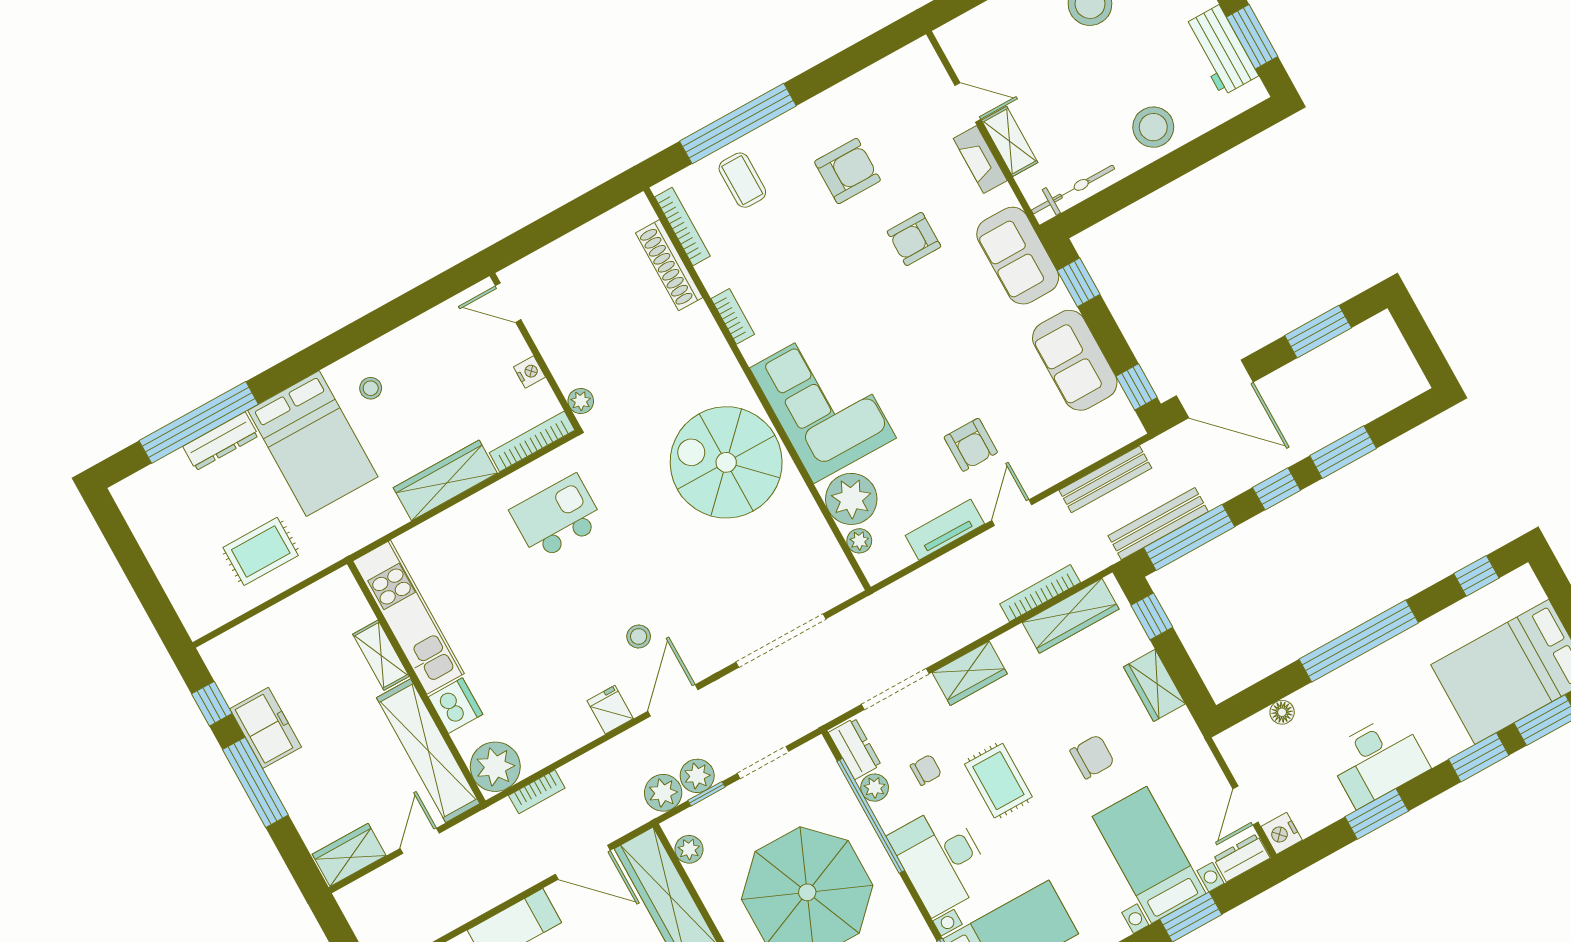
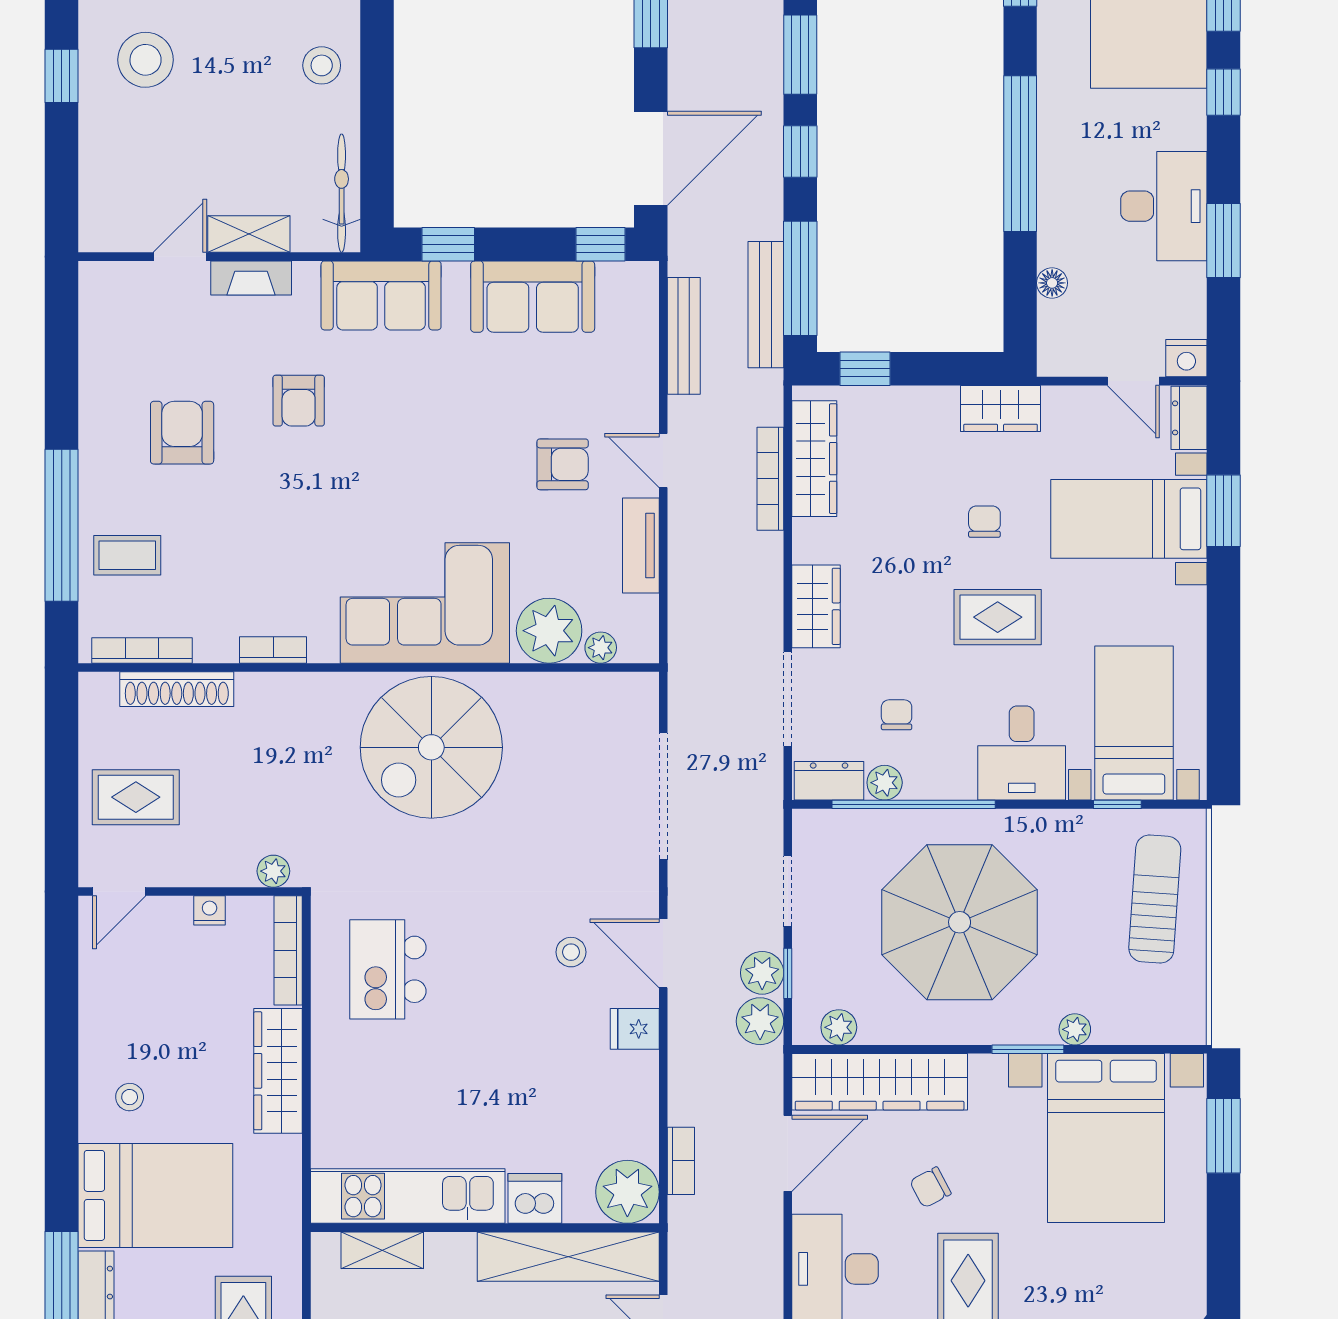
stool: (1153, 127) -> (322, 65), width x0.73, depth x0.73
rug: (579, 278) -> (136, 797), added
shelving: (381, 655) -> (382, 1250), moved
wardrobe: (1154, 685) -> (1001, 408), moved
chair: (1092, 757) -> (984, 522), width x0.73, depth x0.73
window: (1479, 757) -> (1223, 92), width x0.67
rug: (998, 781) -> (998, 617), moved
desk: (941, 859) -> (1022, 753), width x0.73

